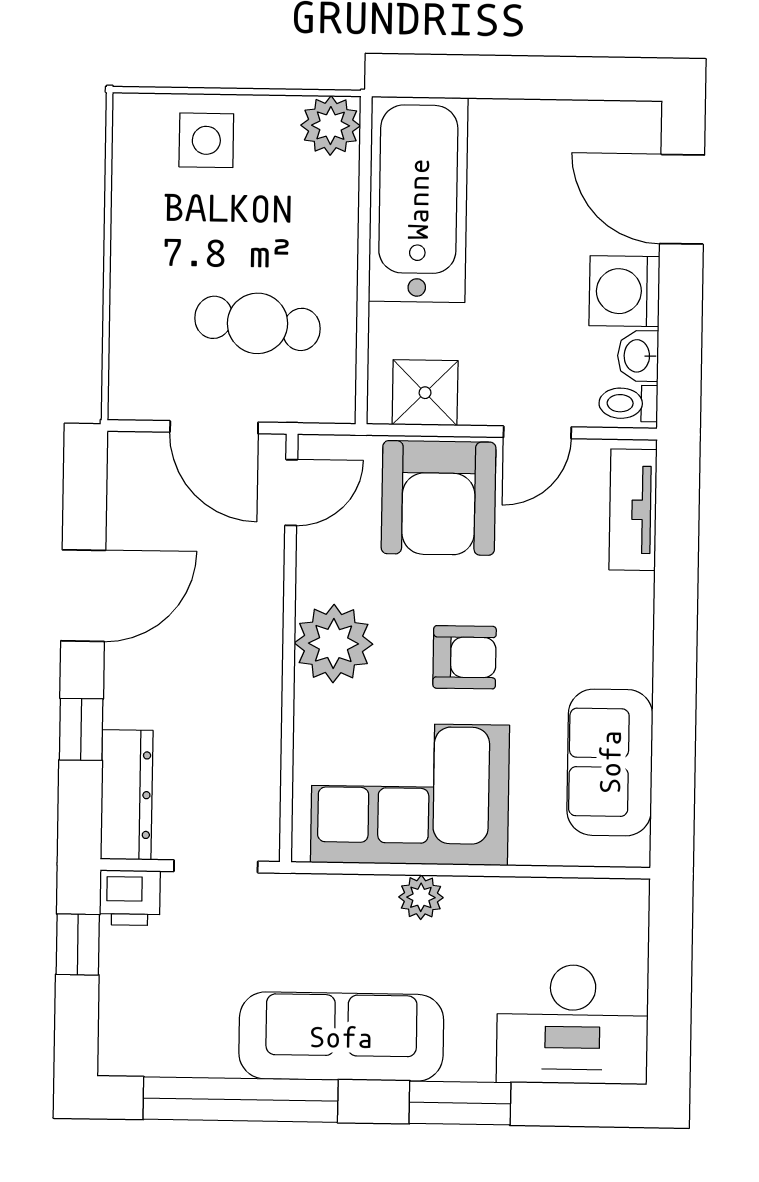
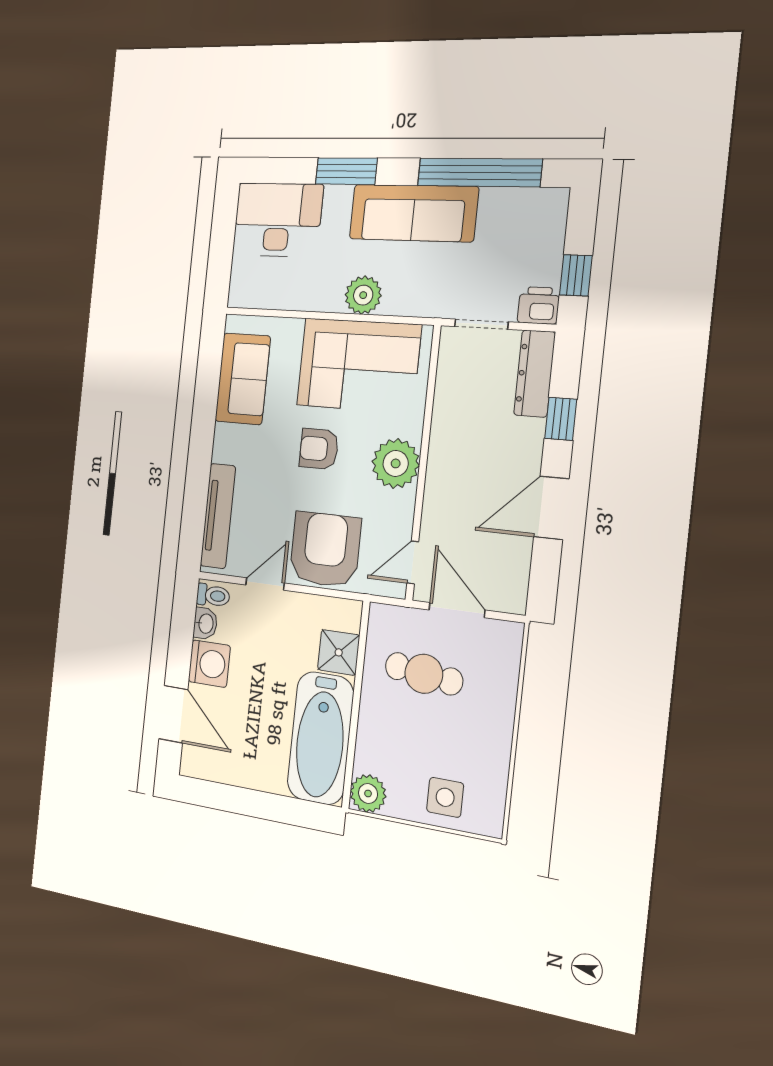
shower: (425, 393) -> (339, 652), moved
tv unit: (633, 510) -> (218, 516), width x1.41
plant: (421, 897) -> (363, 295), width x1.38, depth x1.38

